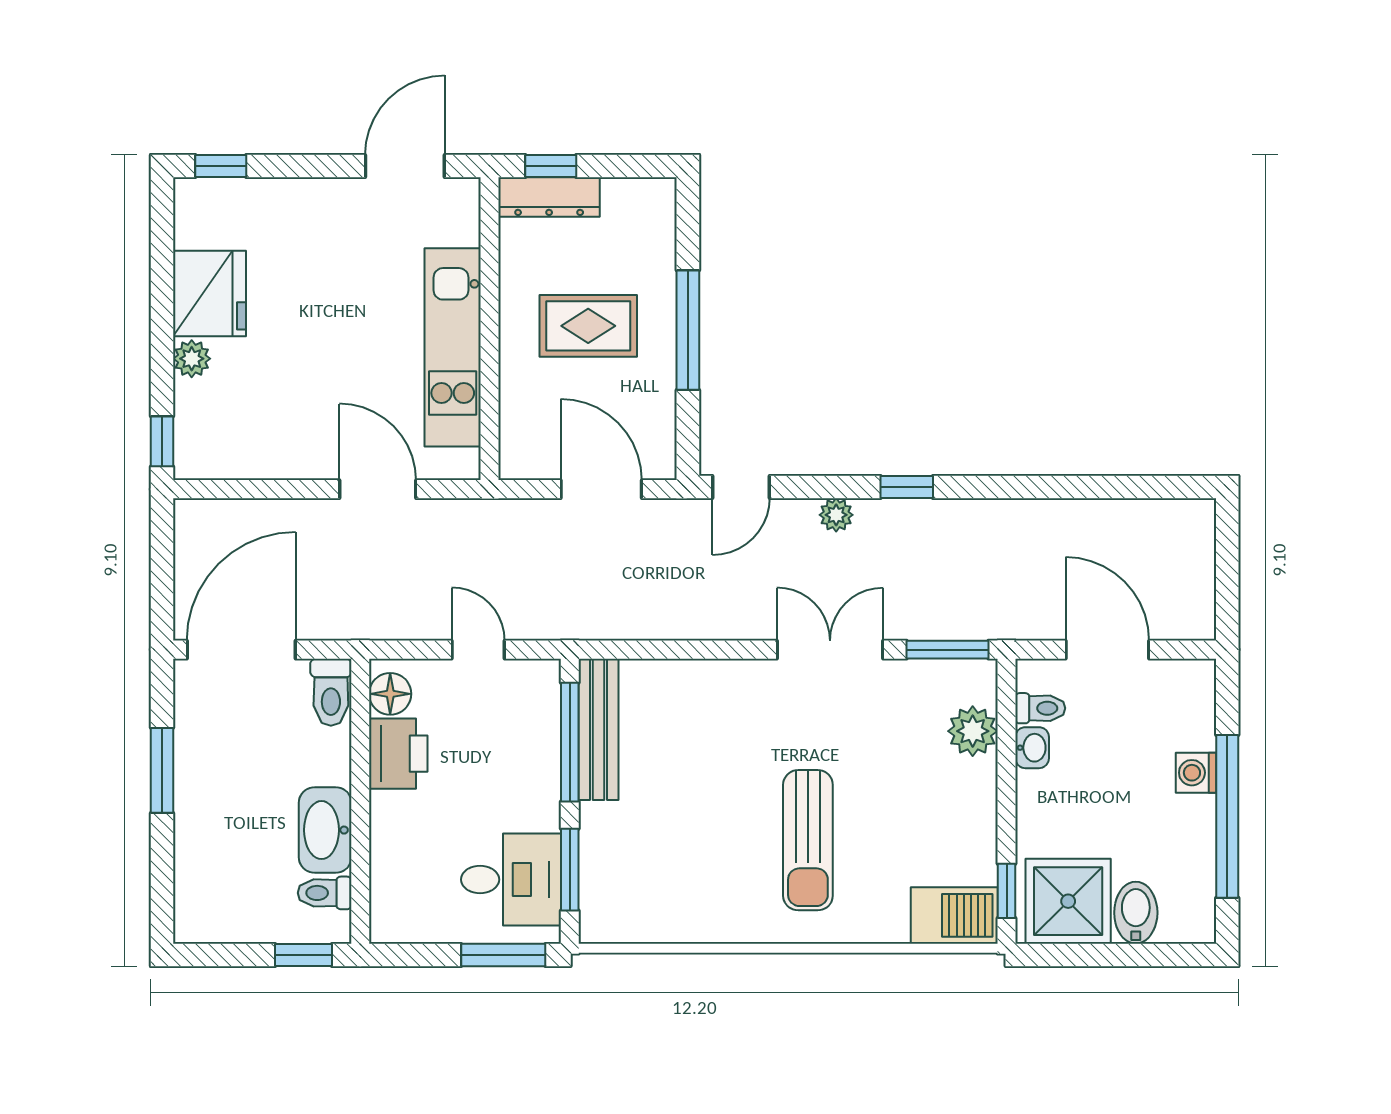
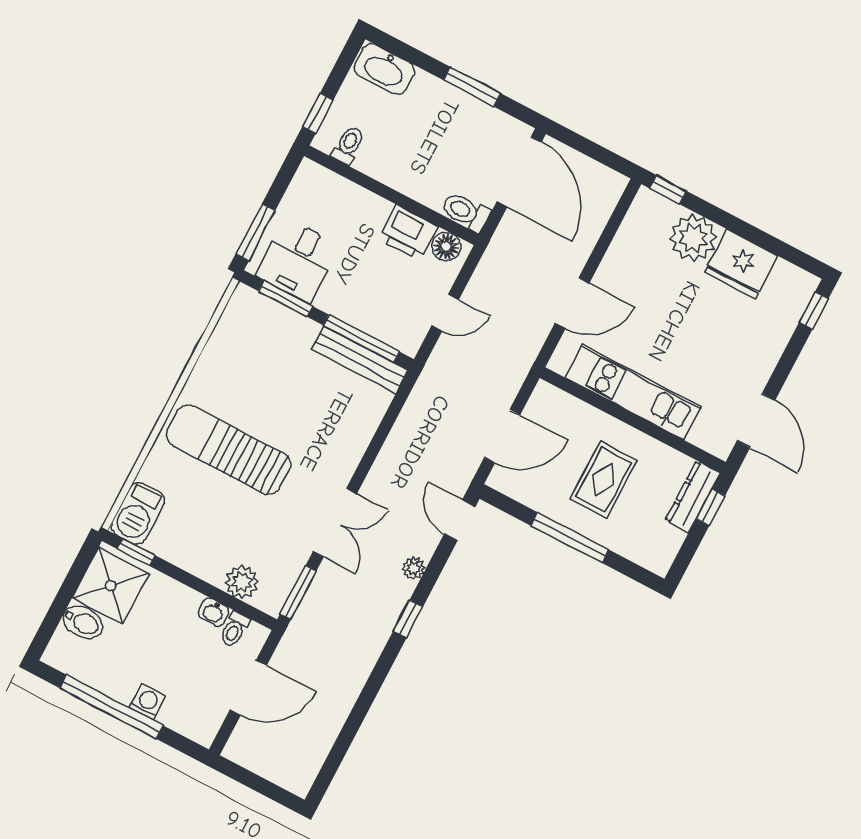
plant: (192, 359) -> (693, 238), width x1.88, depth x1.88
washbasin: (325, 830) -> (384, 69), moved, turned 180
sun lounger: (808, 840) -> (228, 450), width x1.36, depth x1.34

